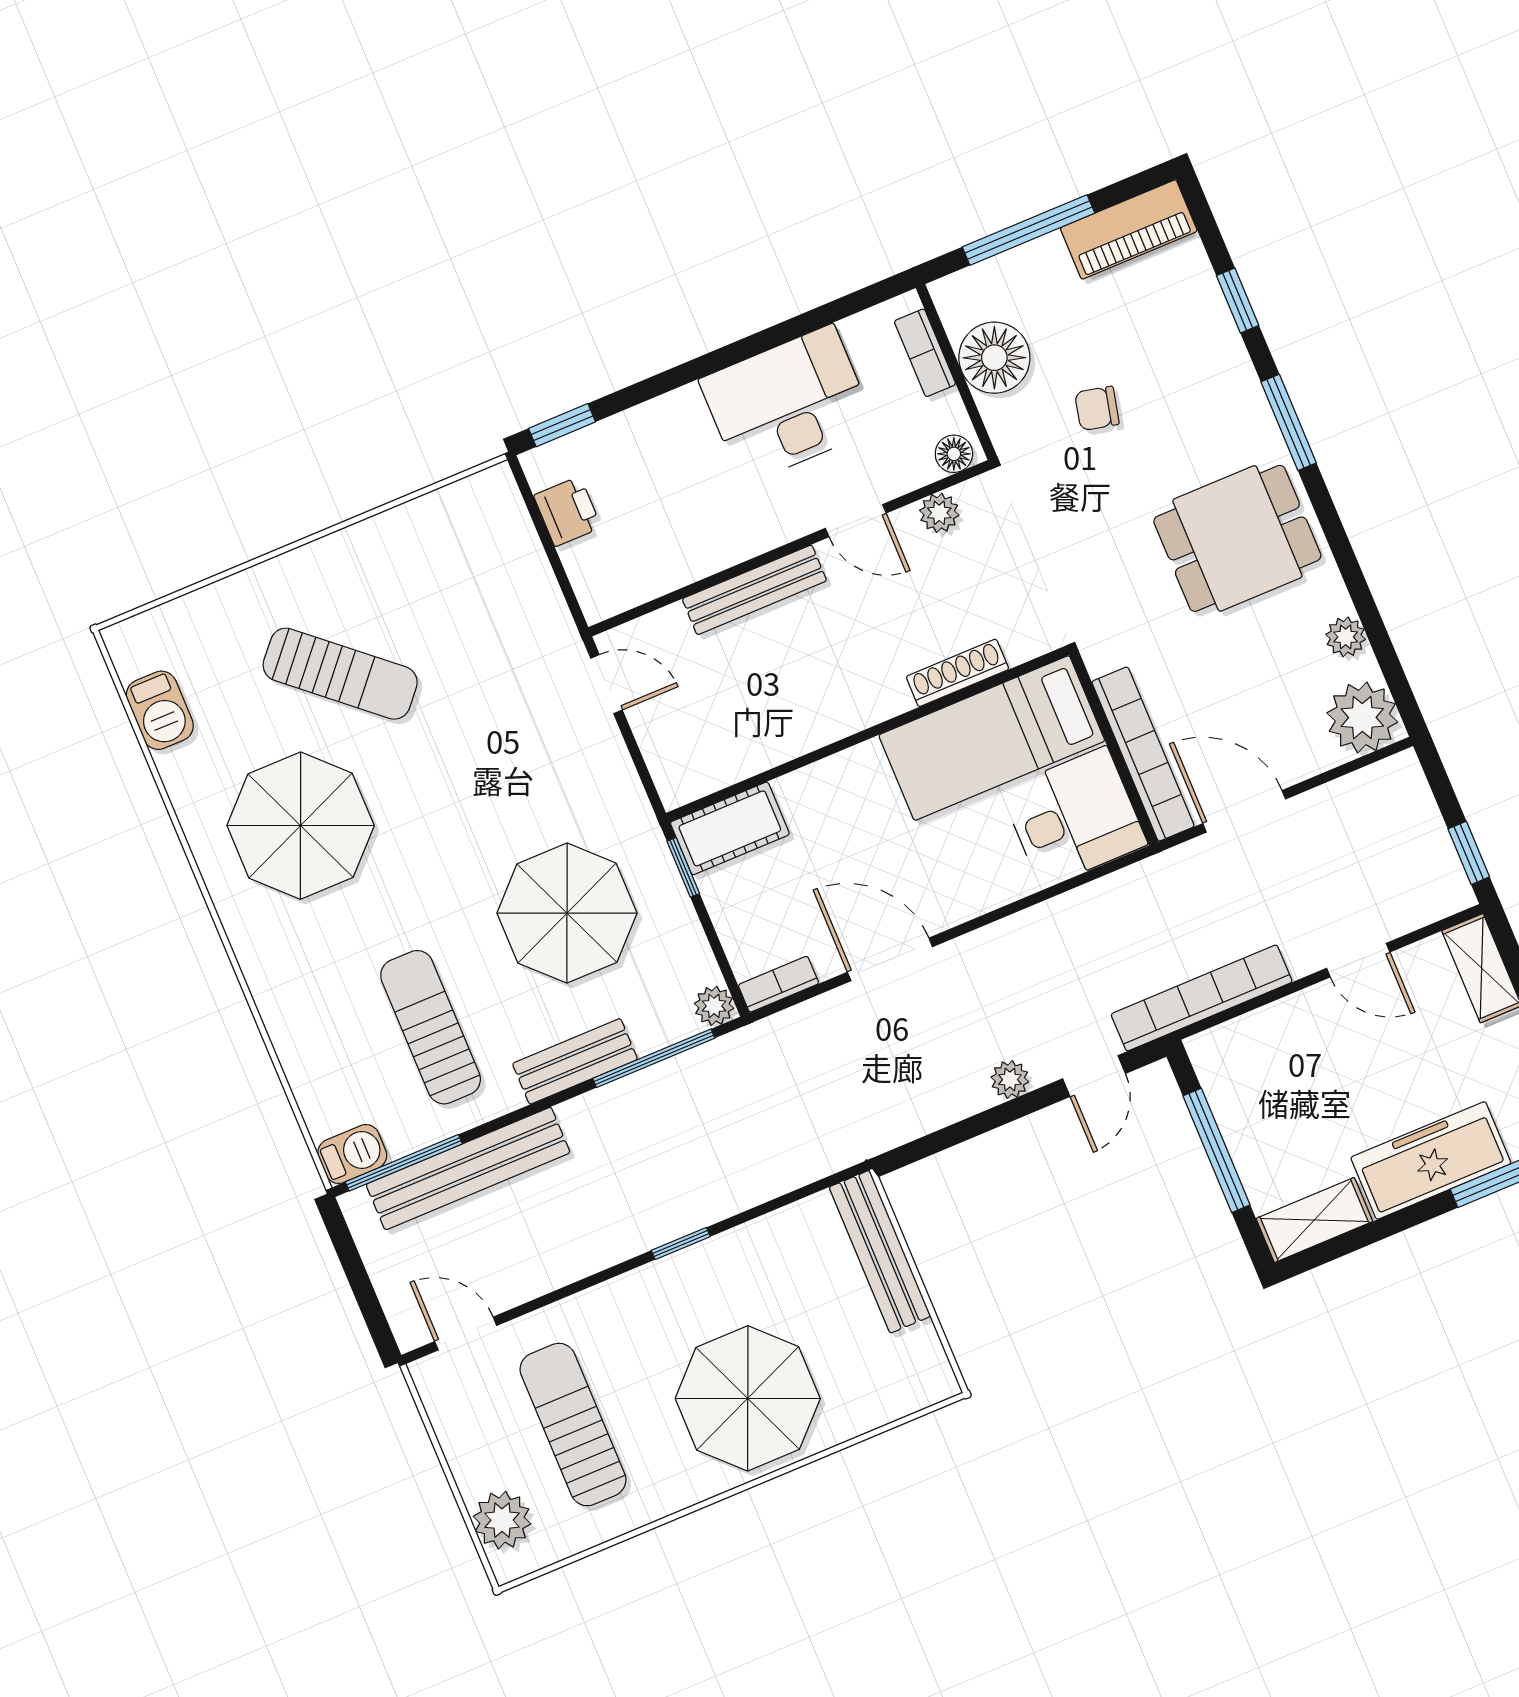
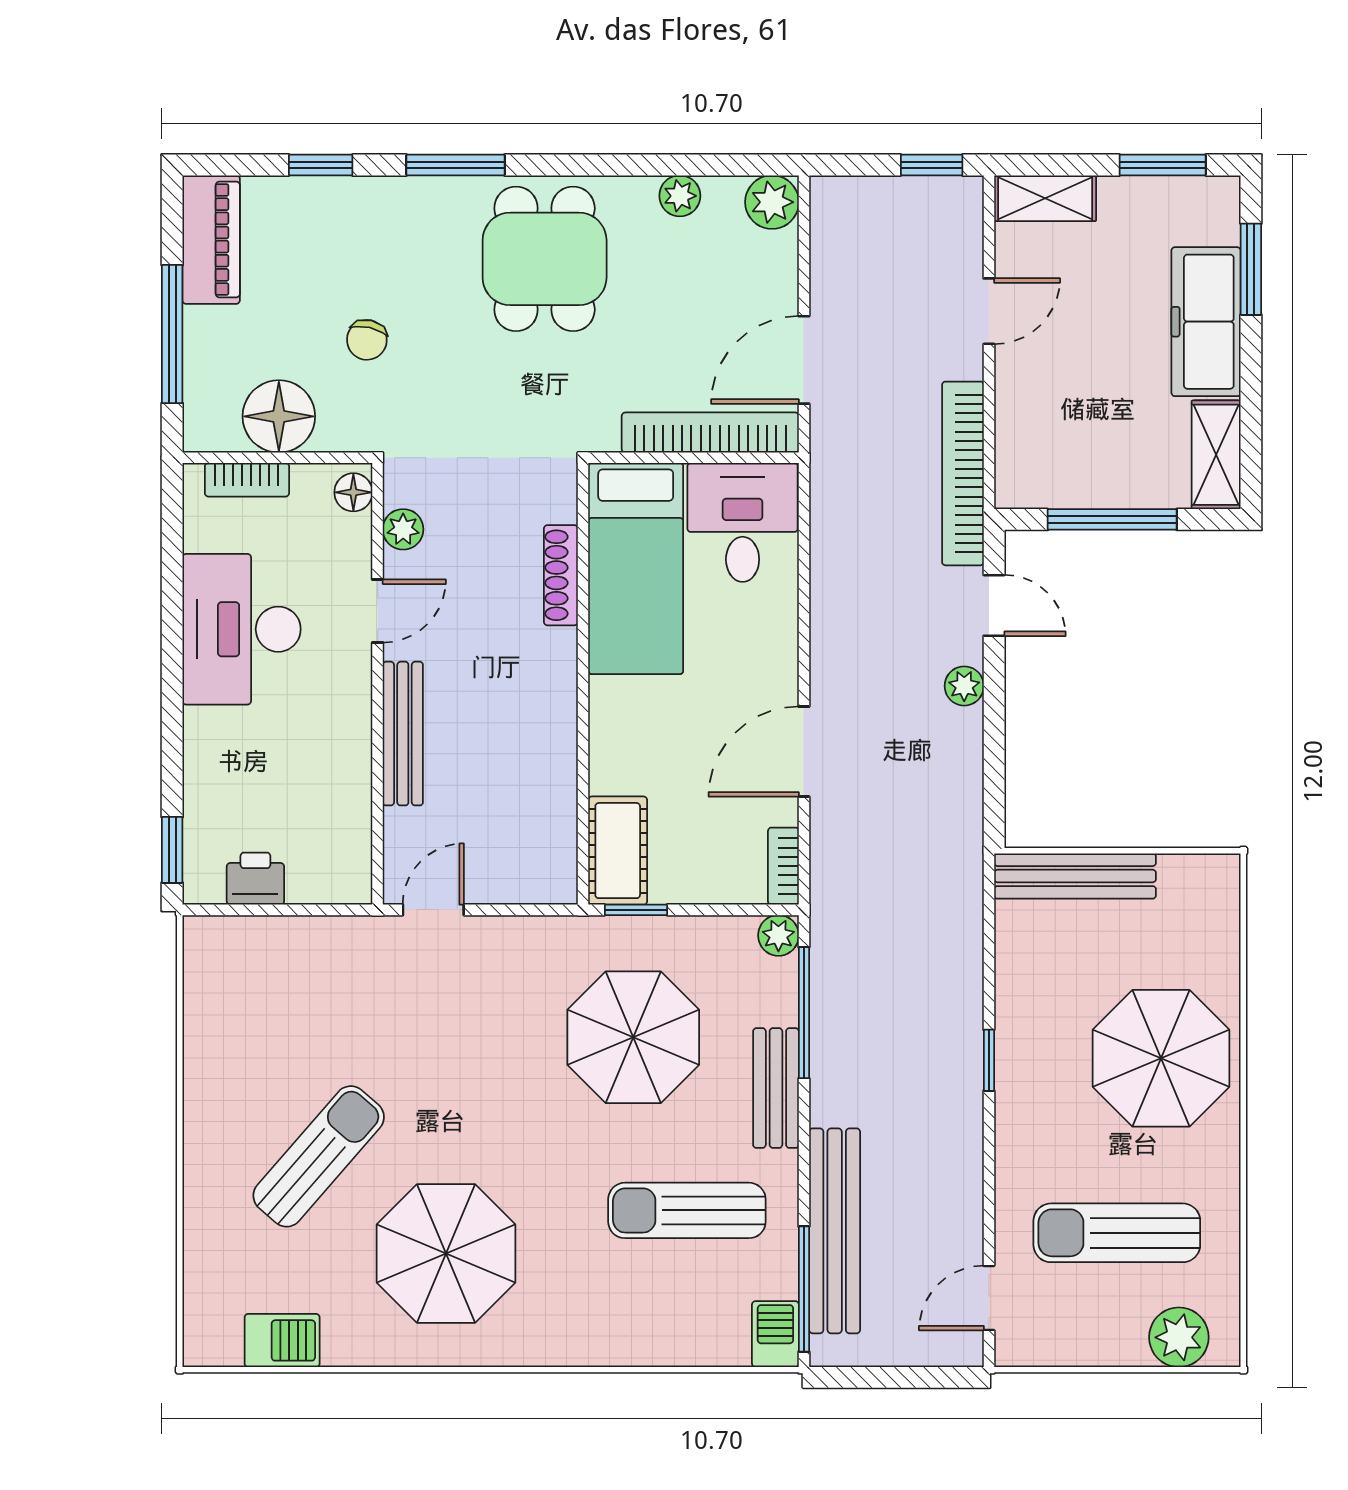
plant: (1362, 718) -> (772, 202), width x0.73, depth x0.73

